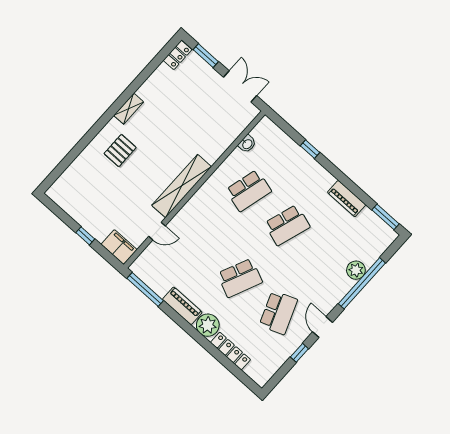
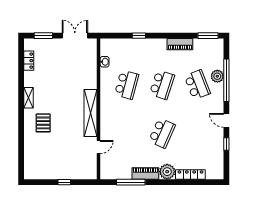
locker: (177, 55) -> (29, 61), moved
filing cabinet: (119, 247) -> (87, 172), removed
window: (145, 289) -> (131, 182), moved
school desk: (278, 313) -> (197, 85), moved

